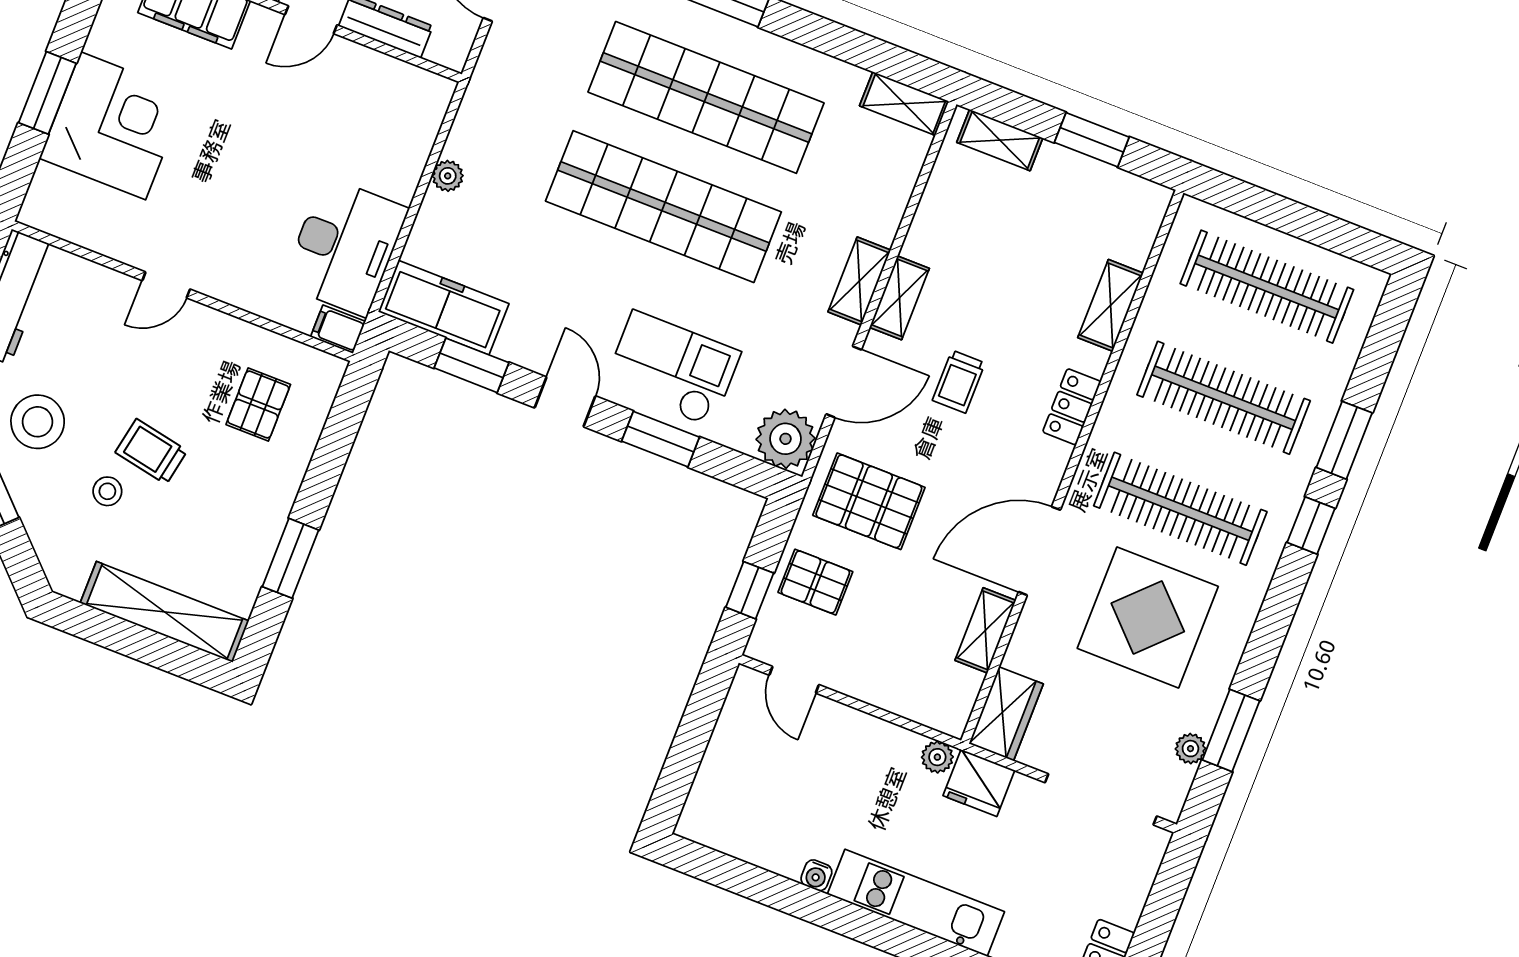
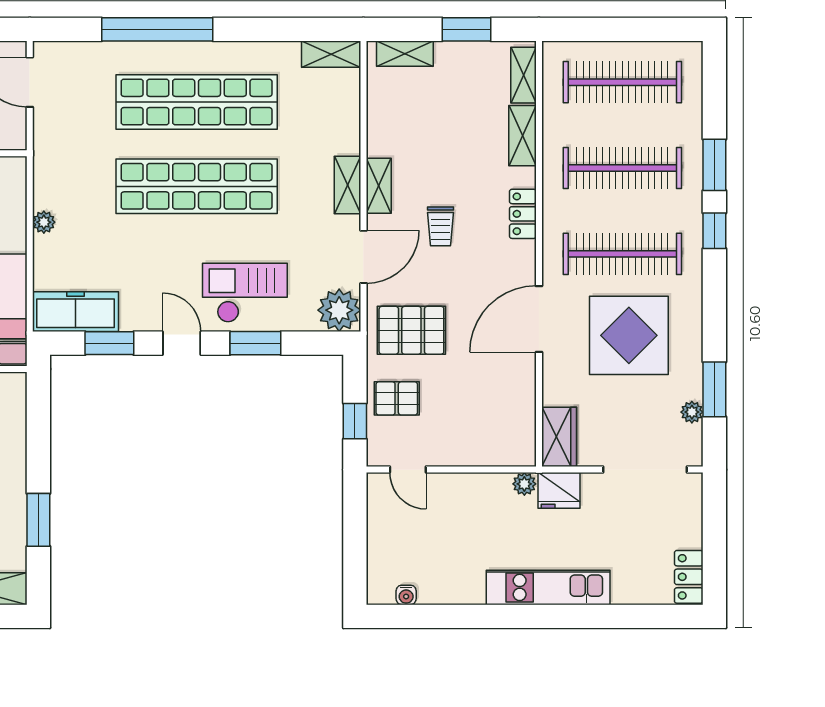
shelving: (985, 630) -> (523, 75), moved
water cooler: (816, 875) -> (406, 595), moved

